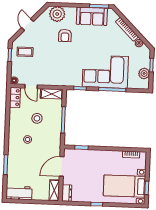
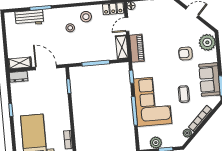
coffee table: (25, 52) -> (184, 94), moved
piano: (54, 80) -> (137, 48), added
stool: (37, 118) -> (86, 17), moved
workbench: (19, 193) -> (29, 18), moved, turned 90

